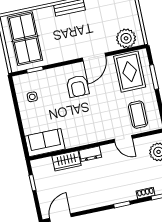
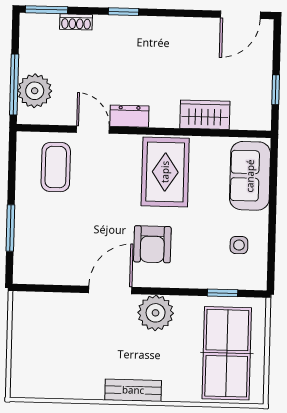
plant: (126, 38) -> (156, 313), moved
rug: (130, 72) -> (165, 172), moved
armchair: (78, 86) -> (152, 244), turned 180
sofa: (45, 143) -> (250, 176), moved, turned 90
dresser: (90, 154) -> (129, 116), moved

